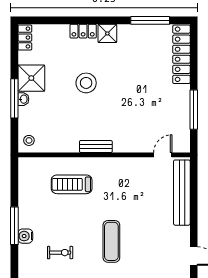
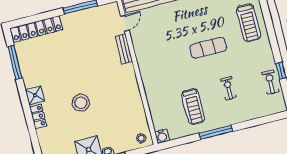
bench: (96, 147) -> (124, 49), moved
door: (163, 155) -> (125, 23), swing flipped
treadmill: (72, 184) -> (193, 106), moved
water cooler: (25, 236) -> (162, 136), moved

